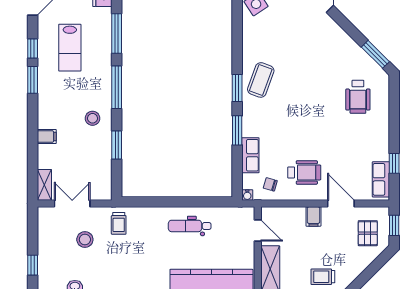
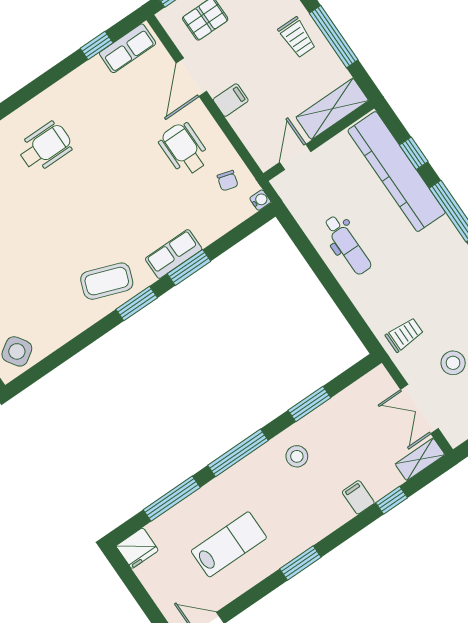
window: (33, 48) -> (392, 500), moved
row of seats: (250, 155) -> (174, 254), moved

